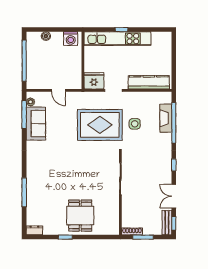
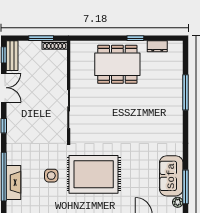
dining table: (80, 216) -> (117, 64), width x1.38
dresser: (34, 230) -> (157, 46), moved

